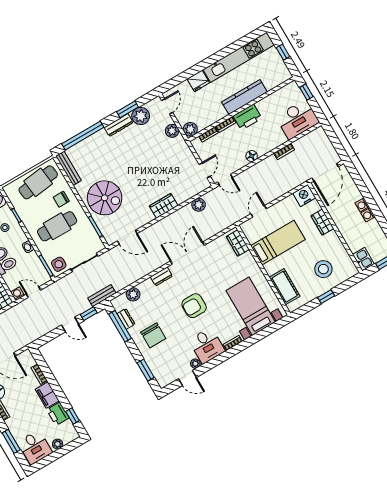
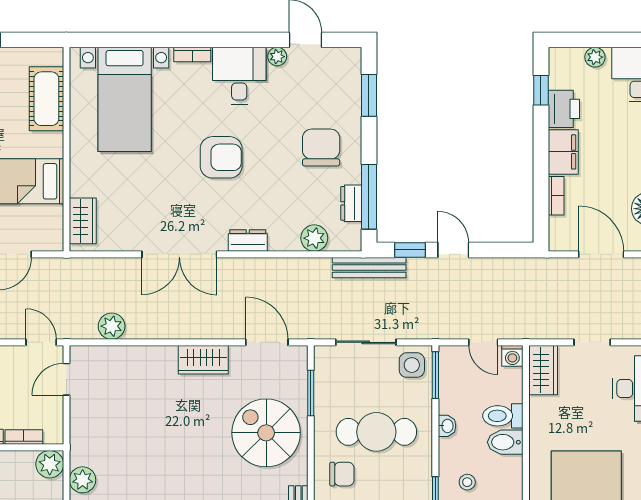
wardrobe: (164, 206) -> (203, 360), moved
bench: (102, 296) -> (369, 268), width x1.36

